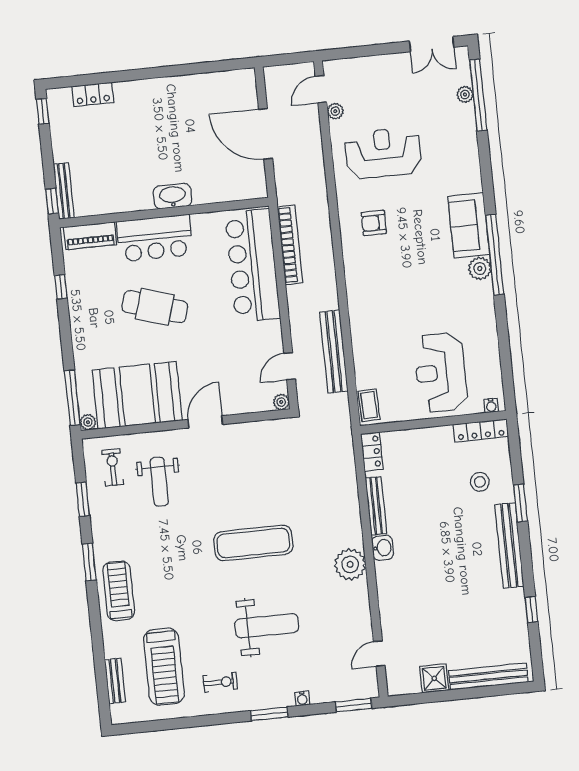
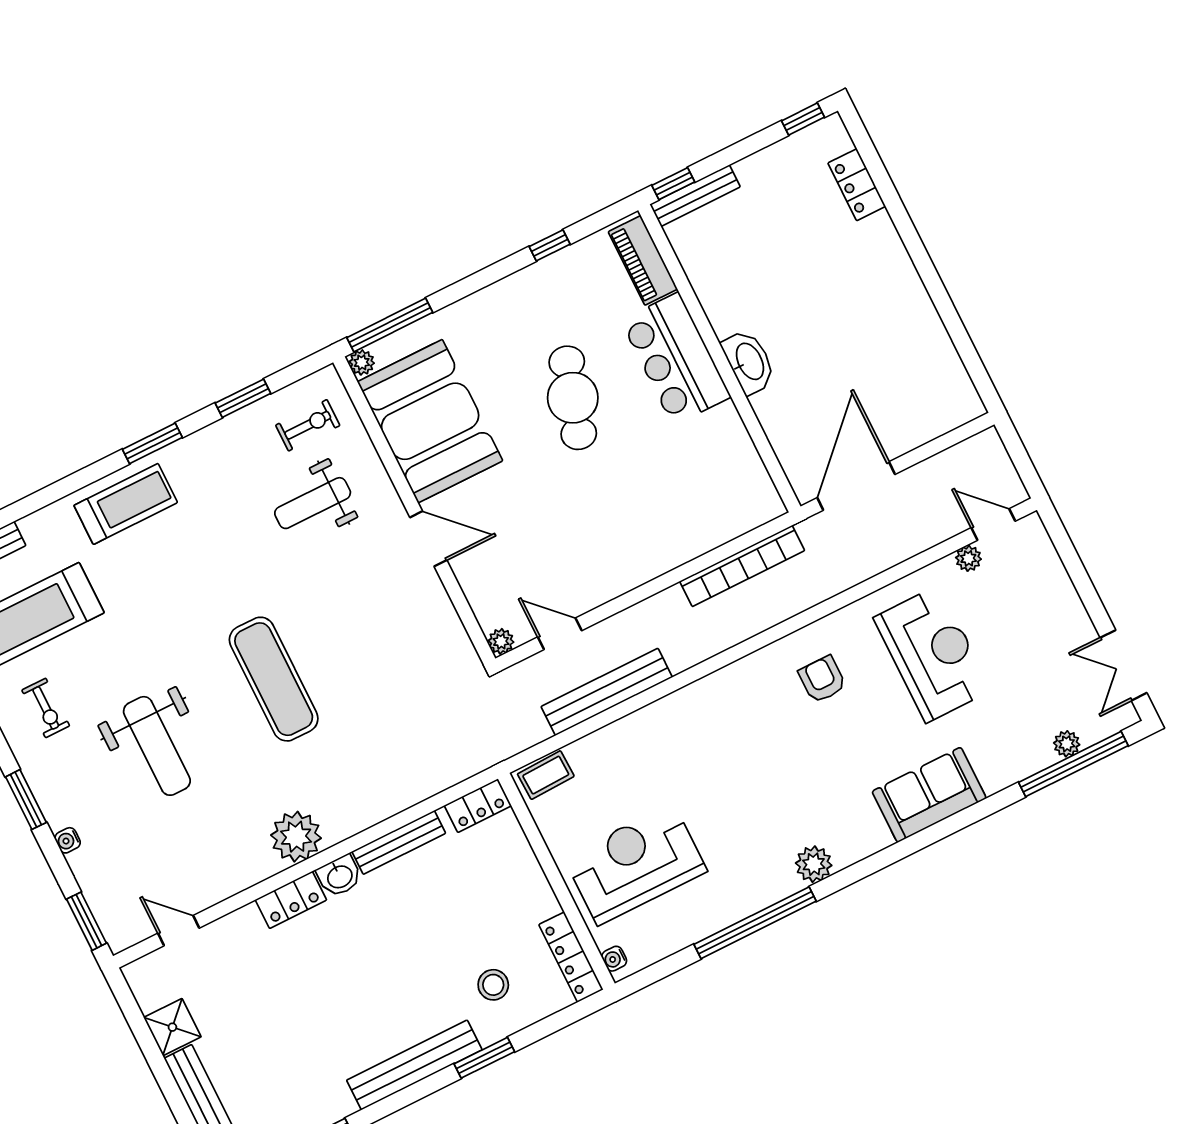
door: (266, 134) -> (856, 486), moved
sofa: (469, 225) -> (929, 795), moved
window: (495, 255) -> (755, 923), moved
bar counter: (253, 266) -> (690, 521), removed
locker: (386, 581) -> (291, 900), added

